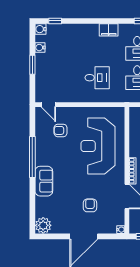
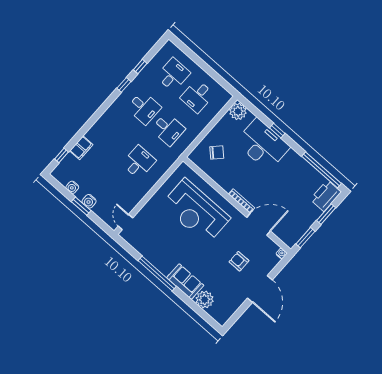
water cooler: (40, 29) -> (89, 201), moved
filing cabinet: (109, 30) -> (81, 148), moved
door: (48, 105) -> (125, 222), swing flipped
armchair: (61, 130) -> (156, 231), removed
plant: (43, 225) -> (205, 300), moved

